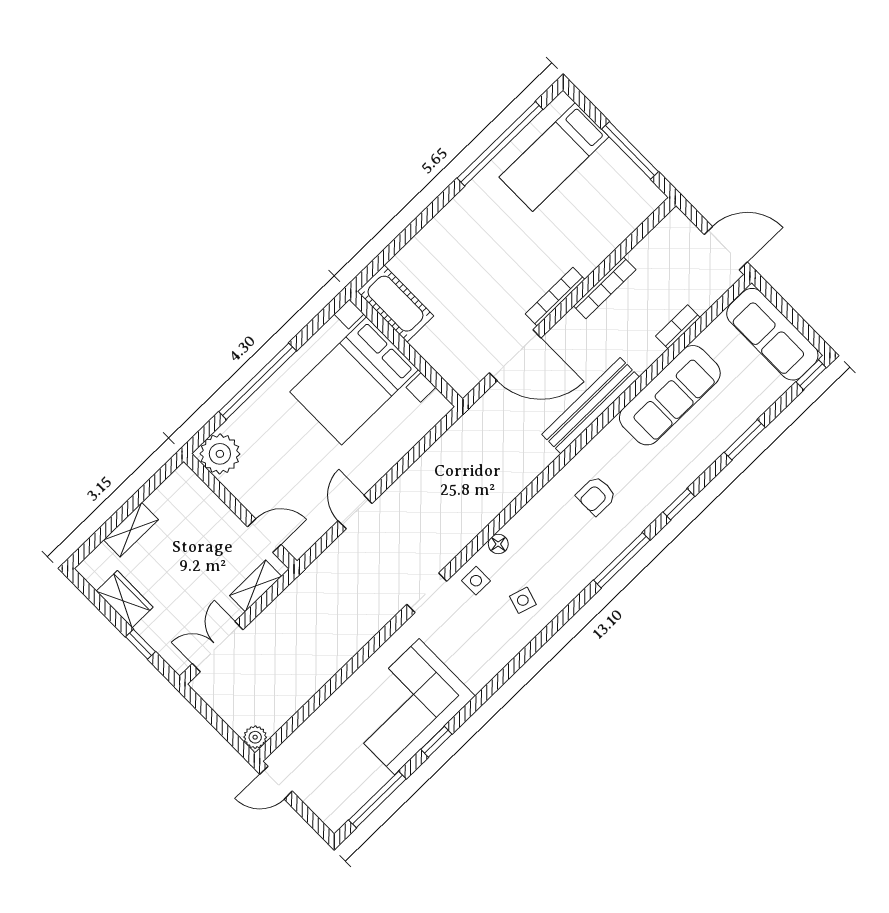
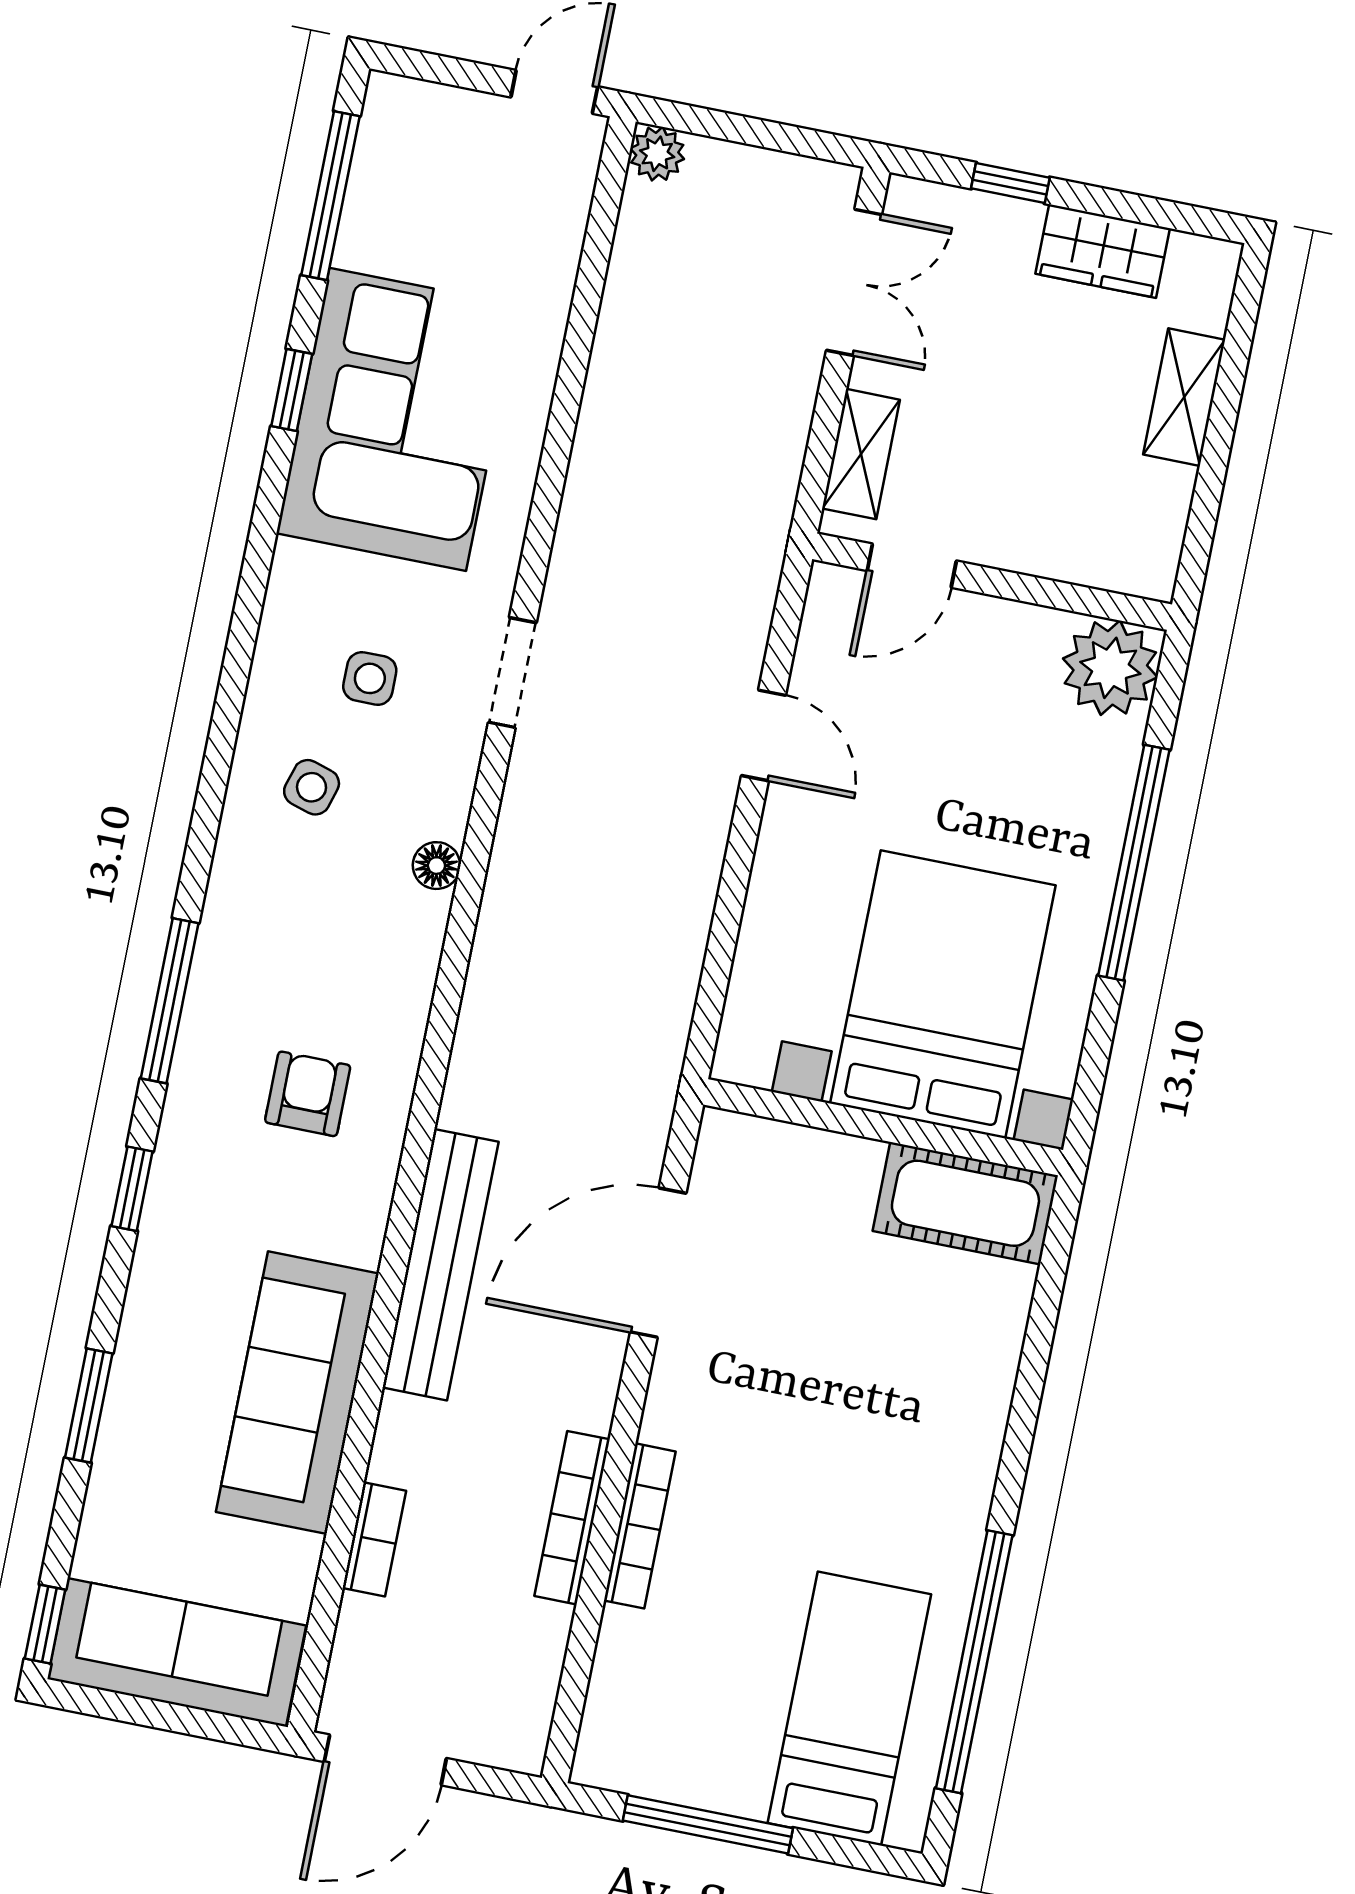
bookcase: (555, 297) -> (640, 1526), moved
side table: (476, 581) -> (370, 678), moved

